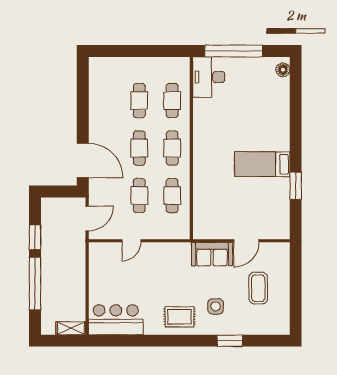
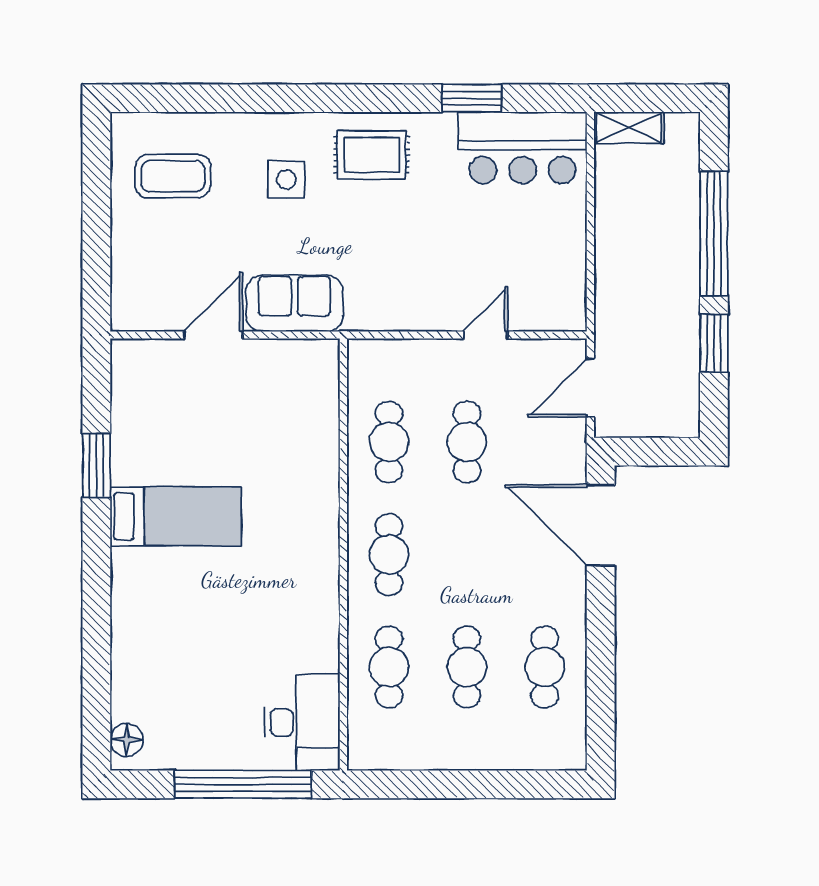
cafe table: (139, 148) -> (545, 667), moved
coffee table: (258, 288) -> (173, 176), moved, turned 90
window: (230, 341) -> (472, 98), moved

